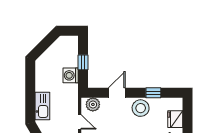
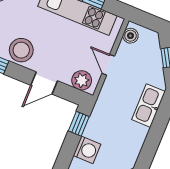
window: (83, 62) -> (79, 124), moved
washing machine: (71, 75) -> (87, 150), moved

